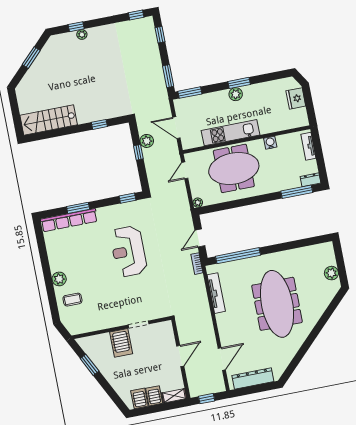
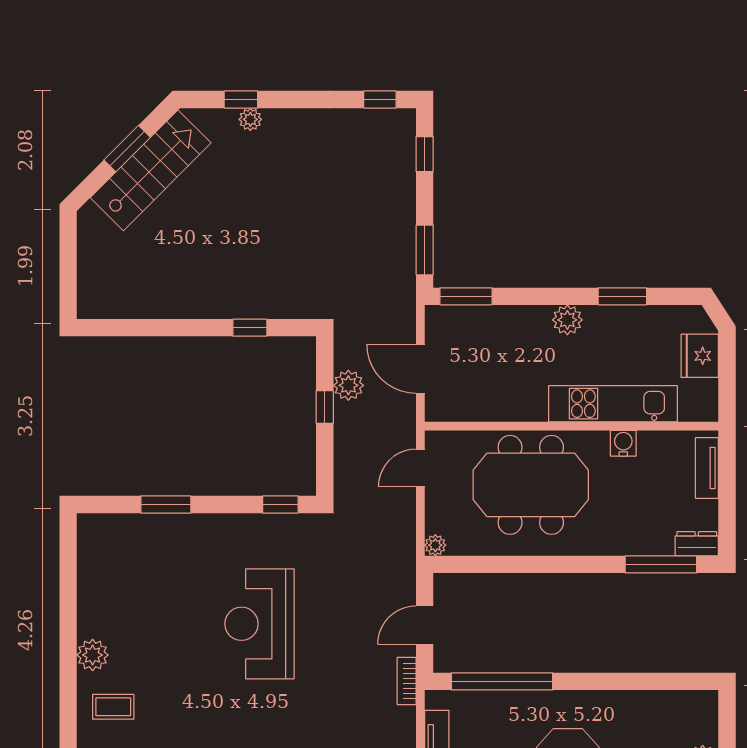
window: (239, 83) -> (622, 296), moved
stairs: (49, 120) -> (151, 170), moved, turned 135
kitchen unit: (231, 133) -> (613, 404), moved
row of seats: (69, 220) -> (140, 528), removed

